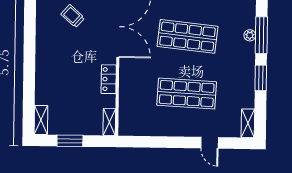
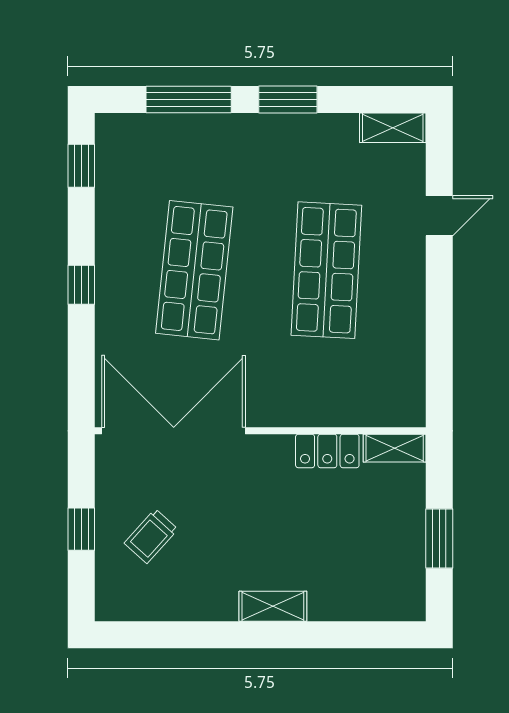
plant: (250, 35) -> (190, 126), removed
locker: (109, 79) -> (327, 451), moved
shelving: (41, 120) -> (273, 606), moved

